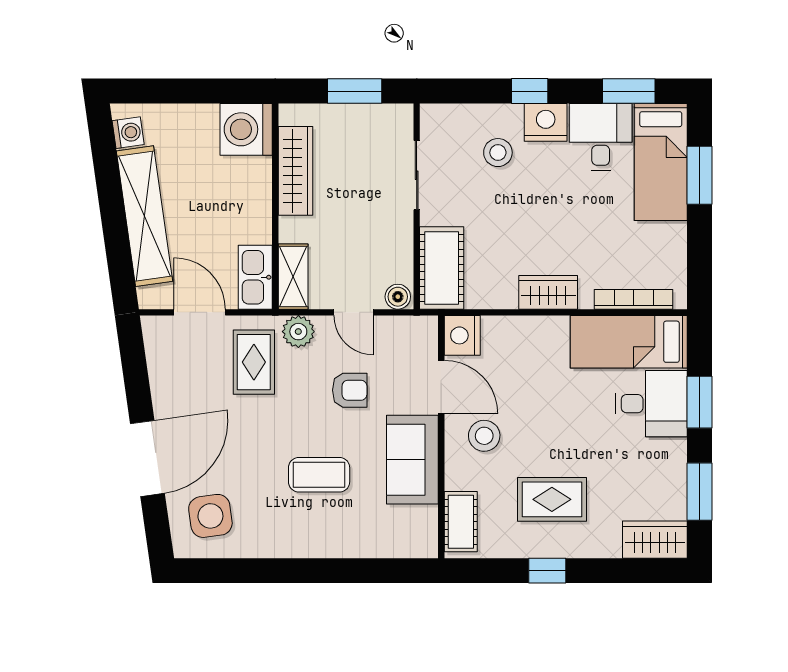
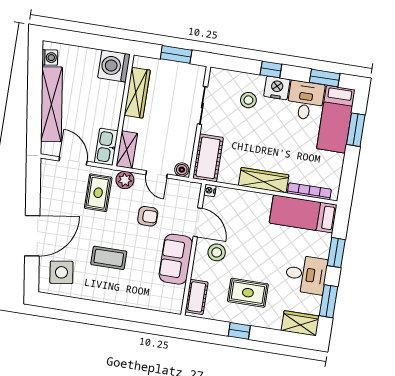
wardrobe: (548, 292) -> (264, 180), width x1.50
nightstand: (462, 335) -> (210, 190), width x0.53, depth x0.56
desk: (651, 404) -> (306, 275), moved
coffee table: (319, 475) -> (109, 258), moved

